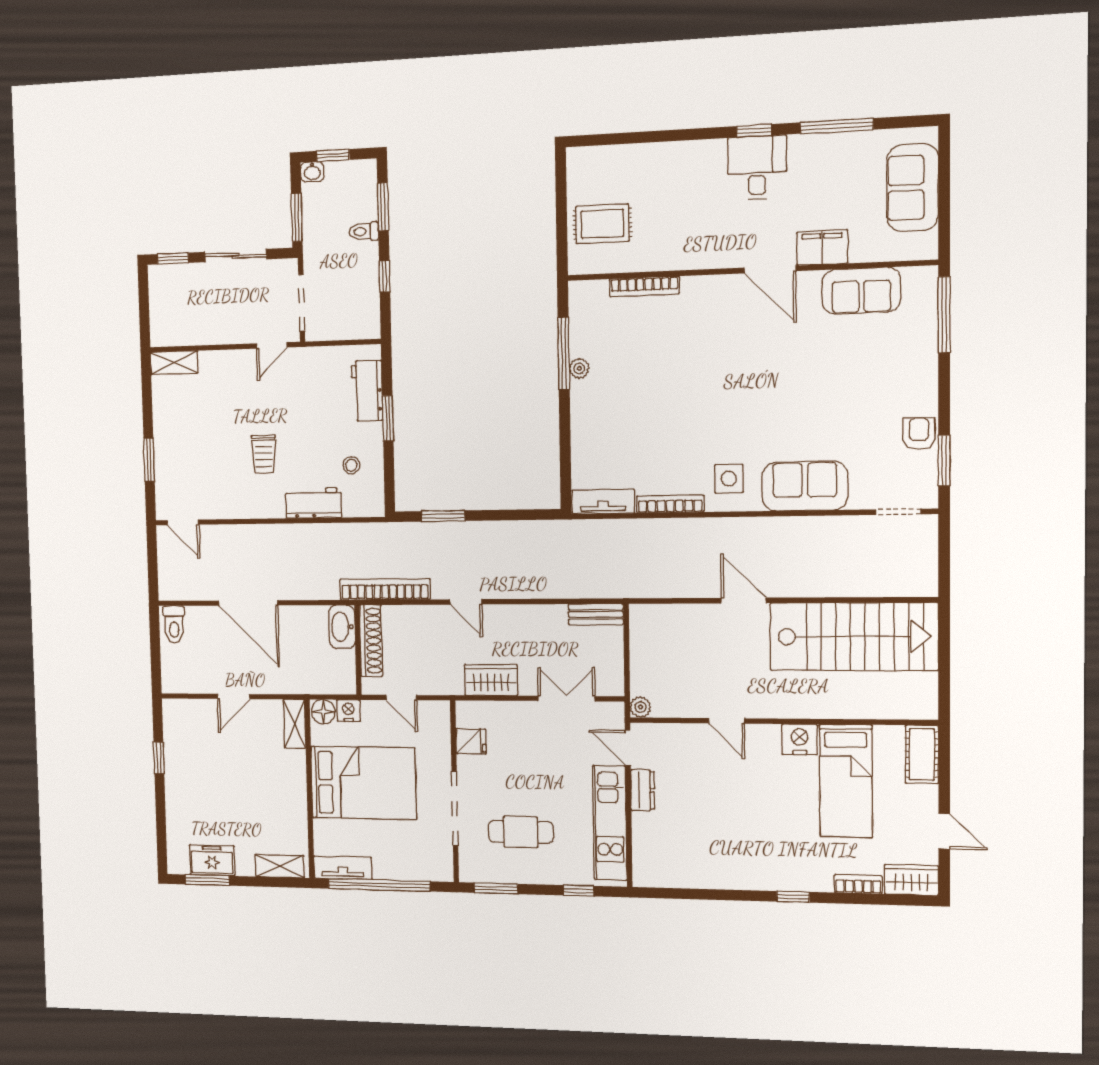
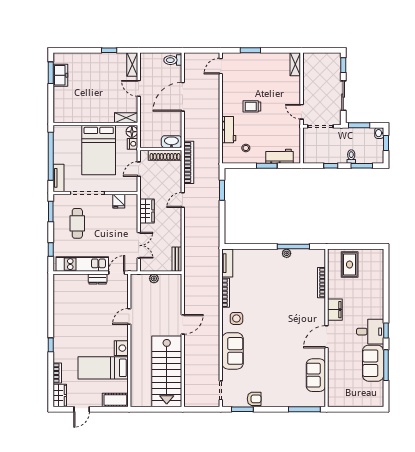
sofa: (913, 188) -> (373, 363), moved, turned -90
filing cabinet: (822, 248) -> (335, 310), moved
plant: (640, 707) -> (154, 279), moved
shelving: (280, 866) -> (132, 65), moved
tv unit: (343, 868) -> (58, 178), moved

